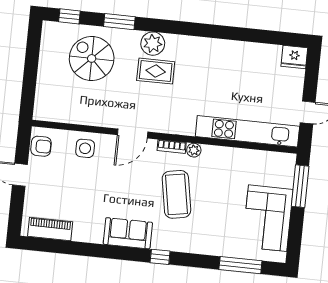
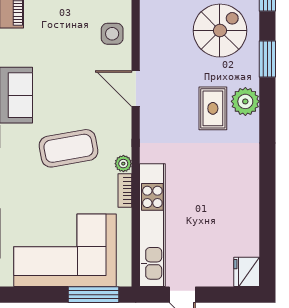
bookcase: (172, 147) -> (125, 190), moved
corner sofa: (268, 218) -> (65, 250), width x1.36, depth x1.36

